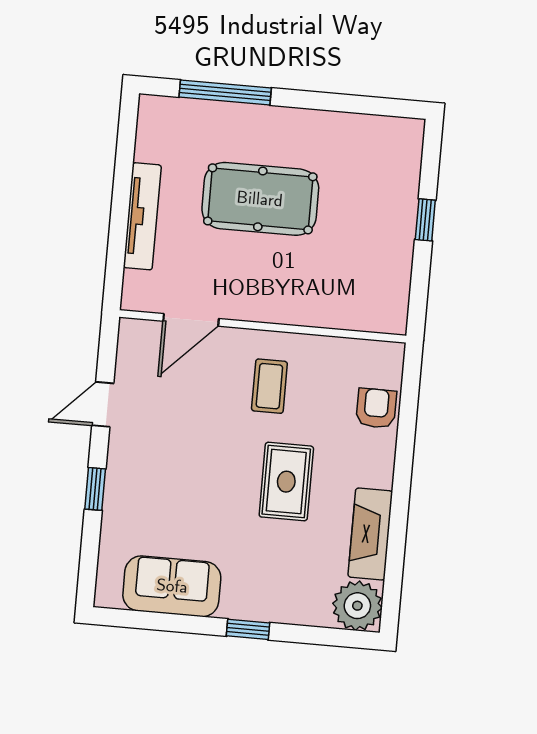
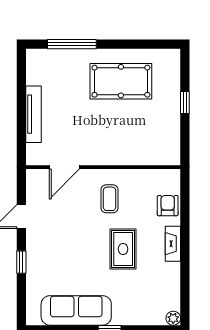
pool table: (260, 199) -> (121, 81), moved
fireplace: (370, 534) -> (173, 244), moved, width x0.73, depth x0.76
sofa: (172, 586) -> (76, 310), width x1.36
plant: (357, 606) -> (173, 318), width x0.53, depth x0.53

